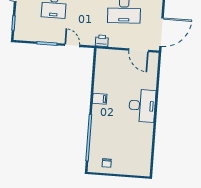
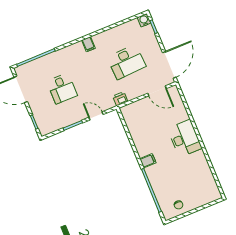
filing cabinet: (100, 99) -> (148, 161), moved

